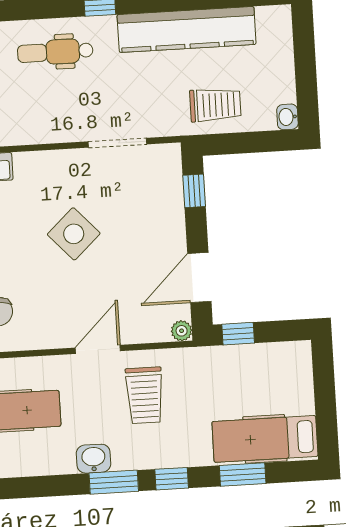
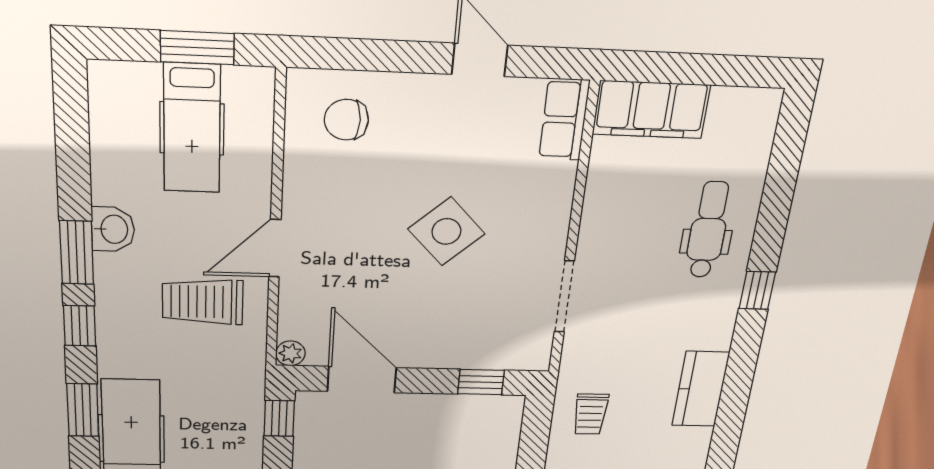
kitchen counter: (187, 29) -> (701, 389), width x0.48, depth x0.86
trolley: (215, 105) -> (590, 414), width x0.73, depth x0.72
door: (98, 349) -> (275, 248), swing flipped

